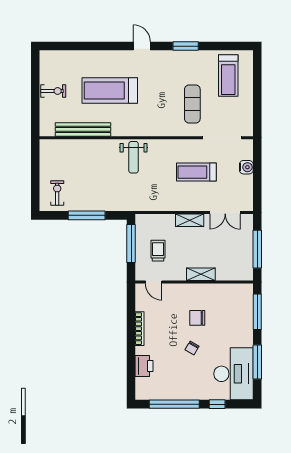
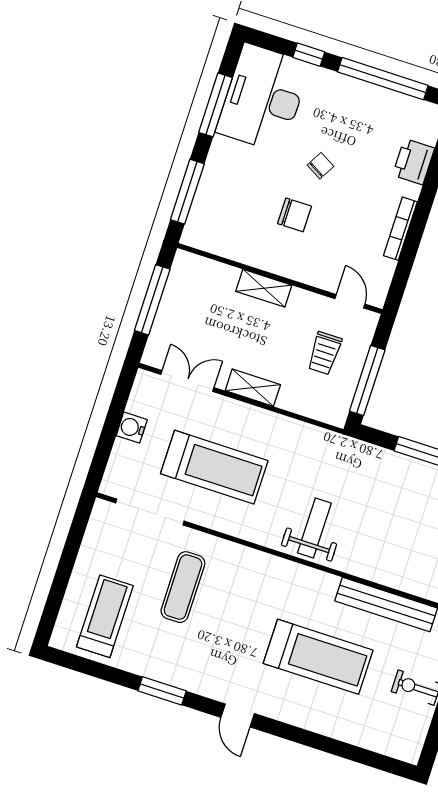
water cooler: (246, 167) -> (132, 428), moved
treadmill: (196, 172) -> (214, 467), width x1.37, depth x1.38

